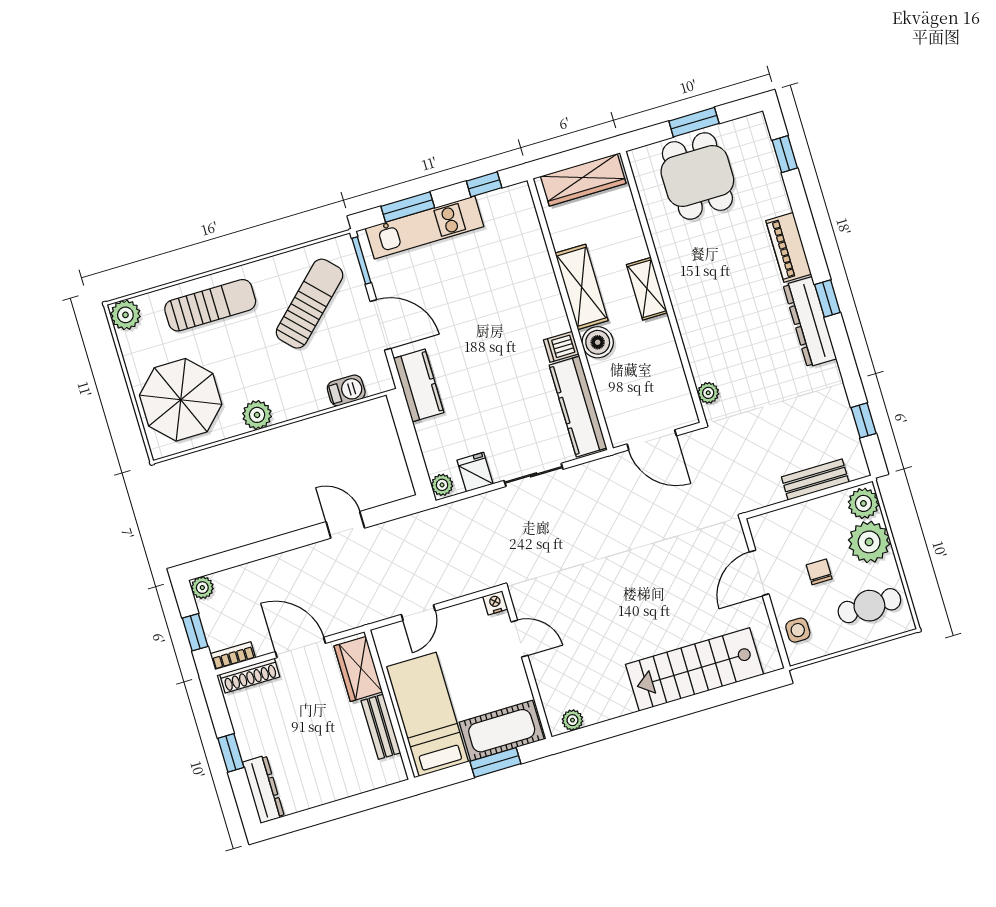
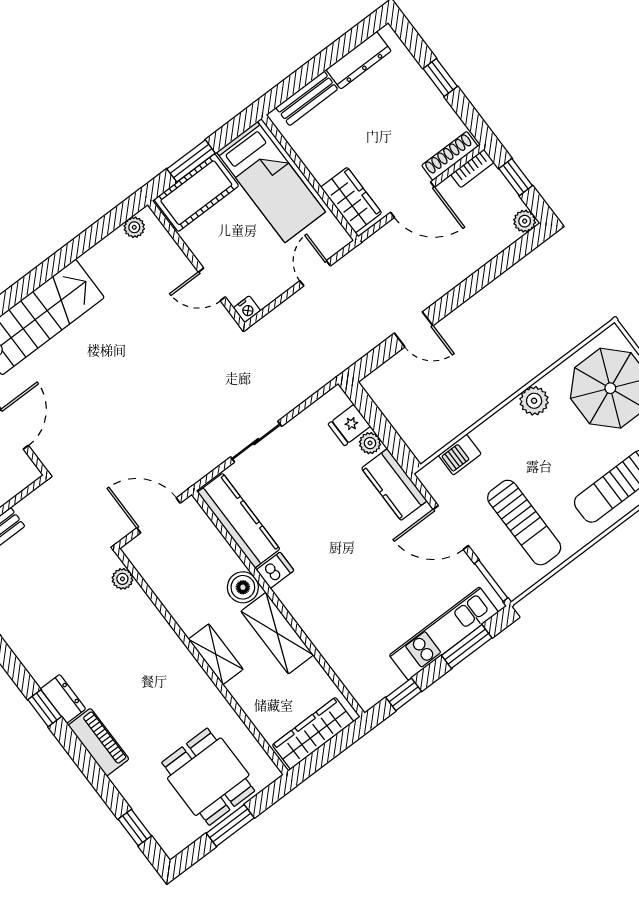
sun lounger: (310, 304) -> (524, 523), turned -46
dresser: (810, 322) -> (63, 699), width x0.51, depth x0.80
fridge: (475, 472) -> (349, 425), moved, turned 90
plant: (442, 485) -> (370, 443), moved
bench: (381, 727) -> (307, 98), moved, turned 90
dresser: (263, 789) -> (359, 60), moved, turned -90

